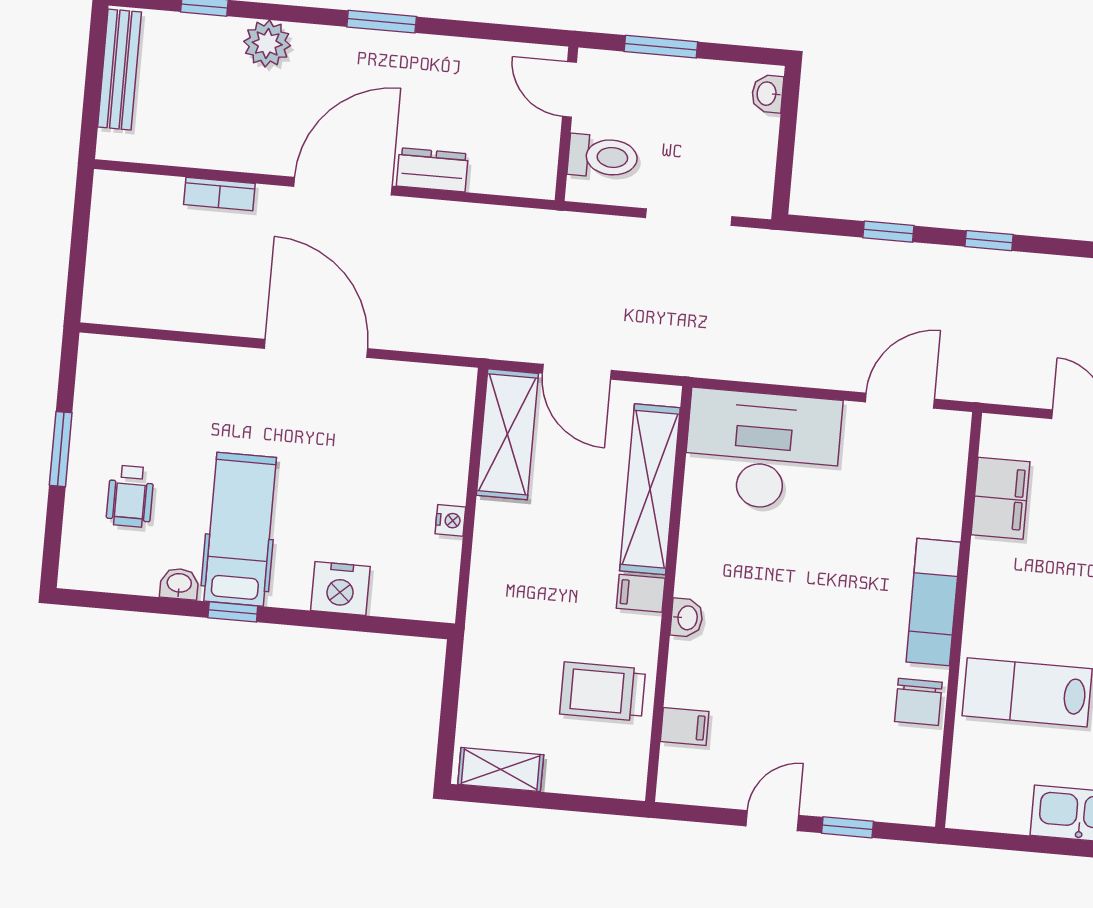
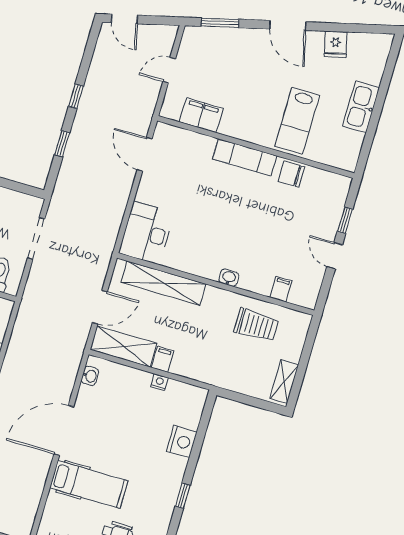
desk: (763, 450) -> (146, 233), width x0.73, depth x0.77
hospital bed: (240, 529) -> (89, 484), moved, turned 180
washbasin: (179, 584) -> (90, 376), moved, turned 180
filing cabinet: (641, 593) -> (163, 359), moved, turned 180
trolley: (603, 692) -> (256, 325), turned -90
chair: (918, 702) -> (291, 174), turned 180

